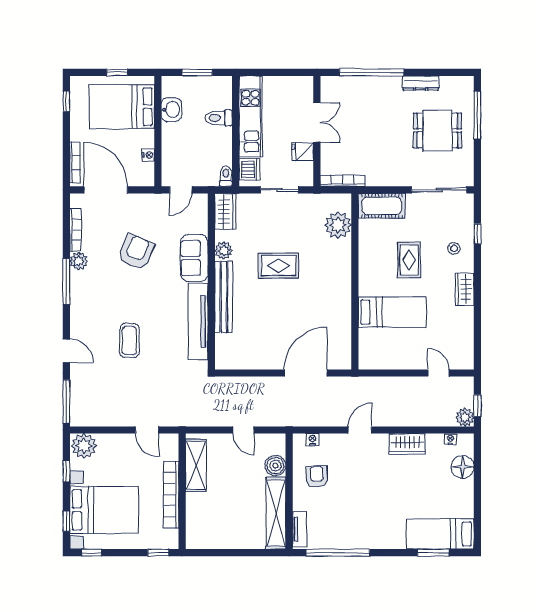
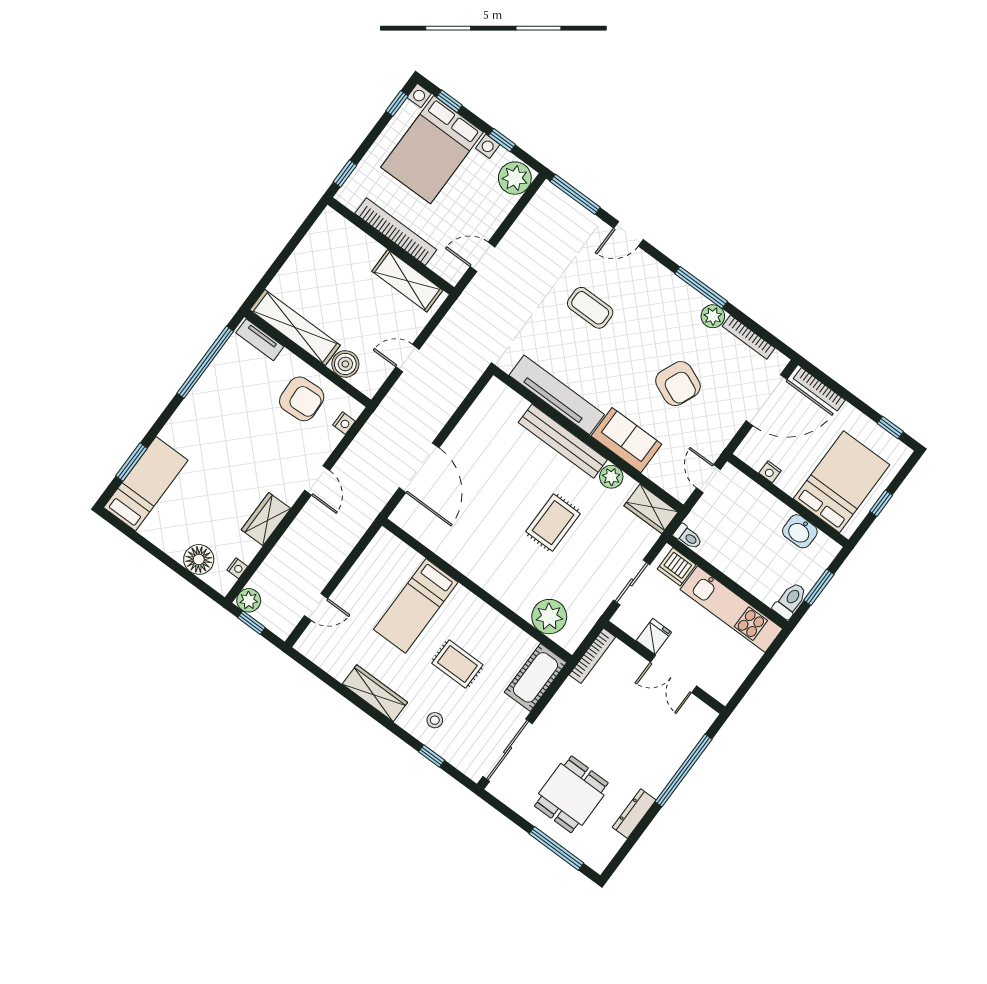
toilet: (219, 118) -> (790, 601), moved
wardrobe: (465, 289) -> (375, 693), width x1.50
armchair: (317, 477) -> (302, 399), width x1.38, depth x1.38

